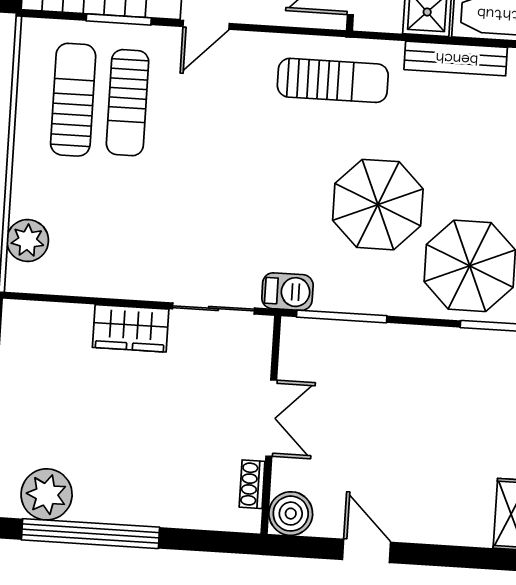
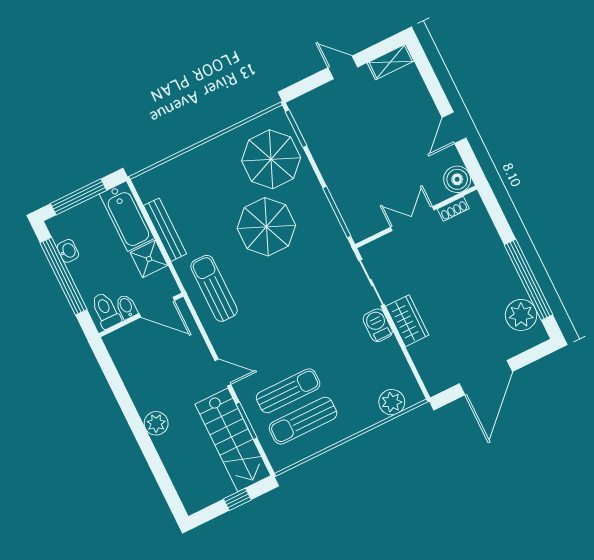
barbecue: (287, 292) -> (378, 325), moved

